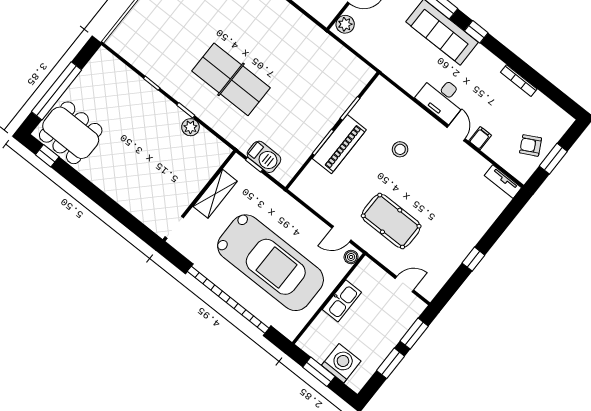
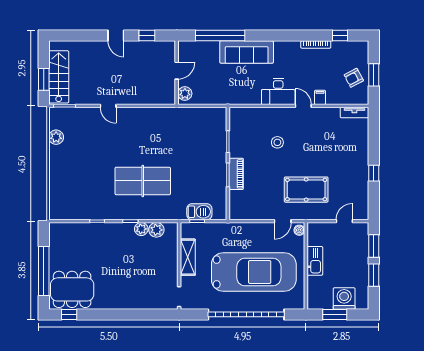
window: (476, 32) -> (340, 36), moved
plant: (205, 140) -> (156, 230), added
piano: (339, 144) -> (236, 174), width x0.73, depth x0.75

